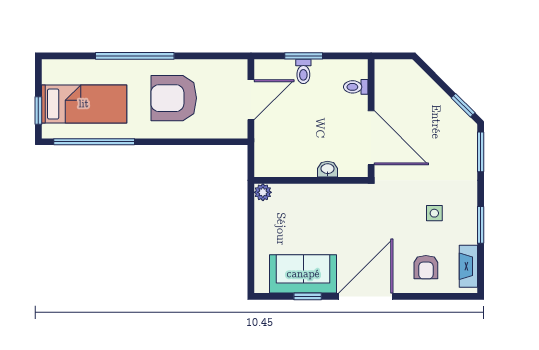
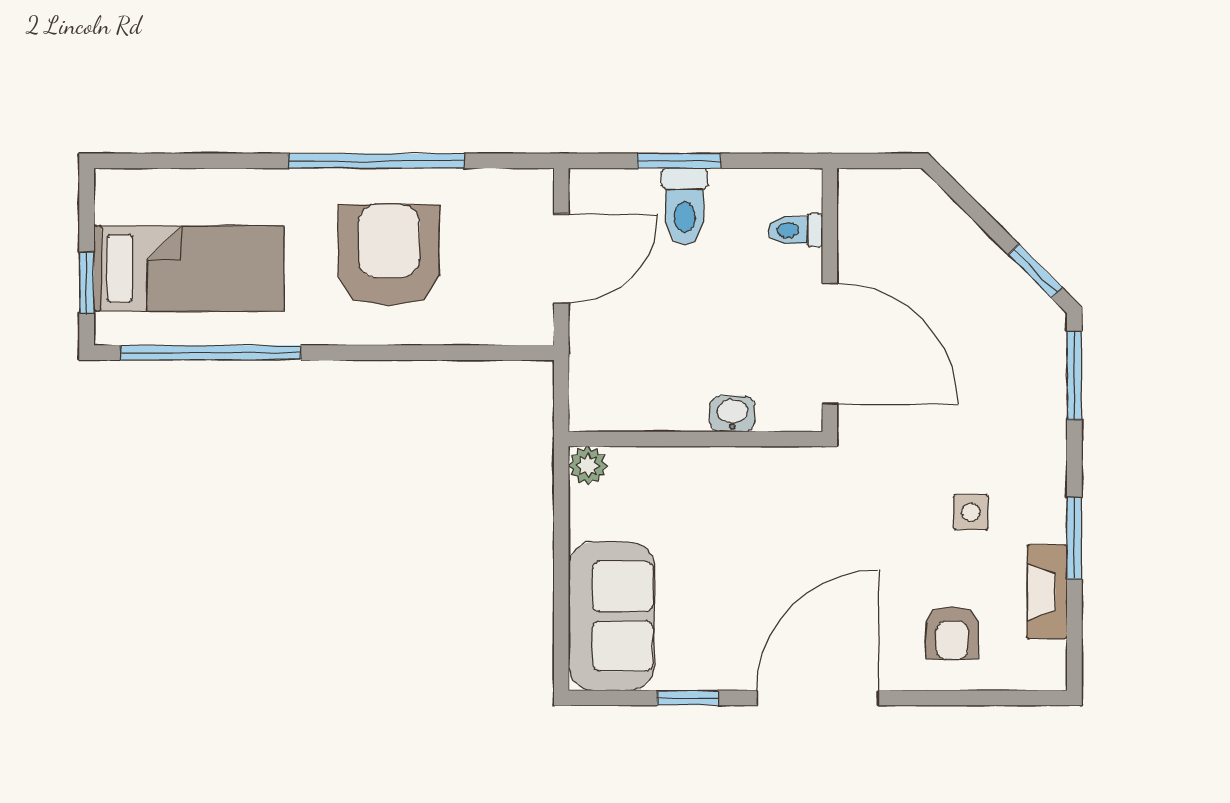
window: (135, 56) -> (377, 161), moved
toilet: (303, 71) -> (685, 206), width x1.37, depth x1.39
armchair: (174, 98) -> (389, 255), turned 90
fireplace: (468, 266) -> (1047, 592), moved
sofa: (303, 274) -> (612, 616), moved, turned 90

